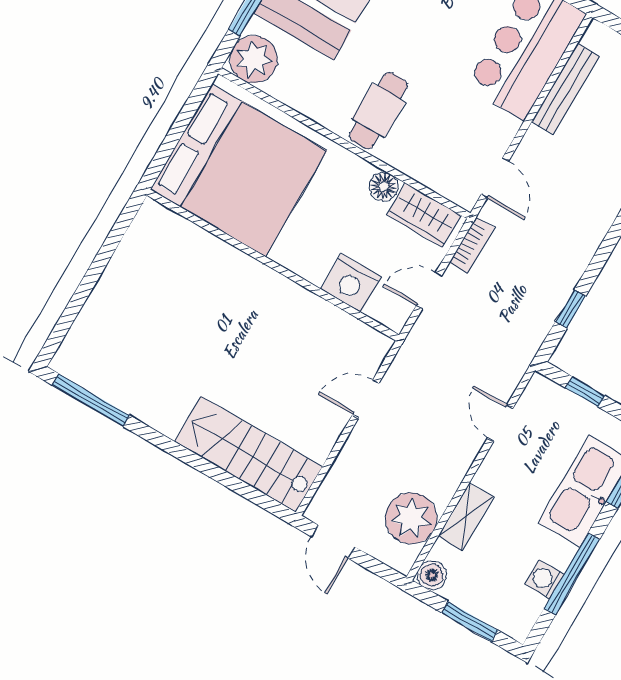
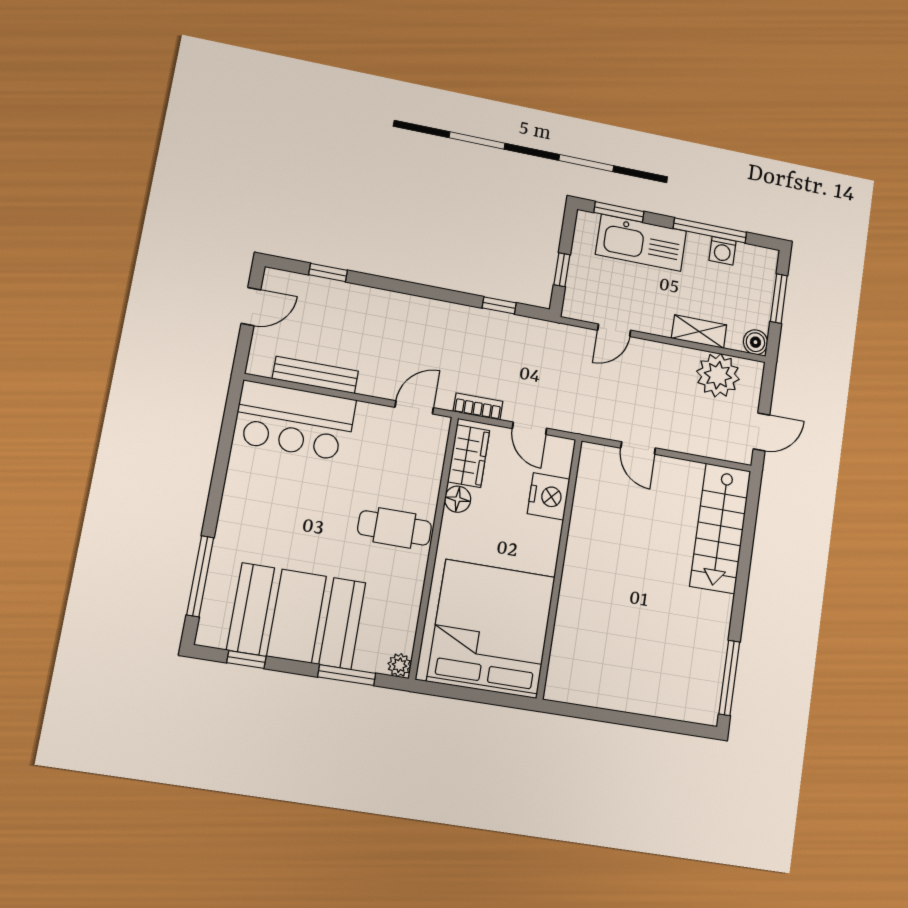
plant: (254, 59) -> (399, 665), width x0.53, depth x0.53

